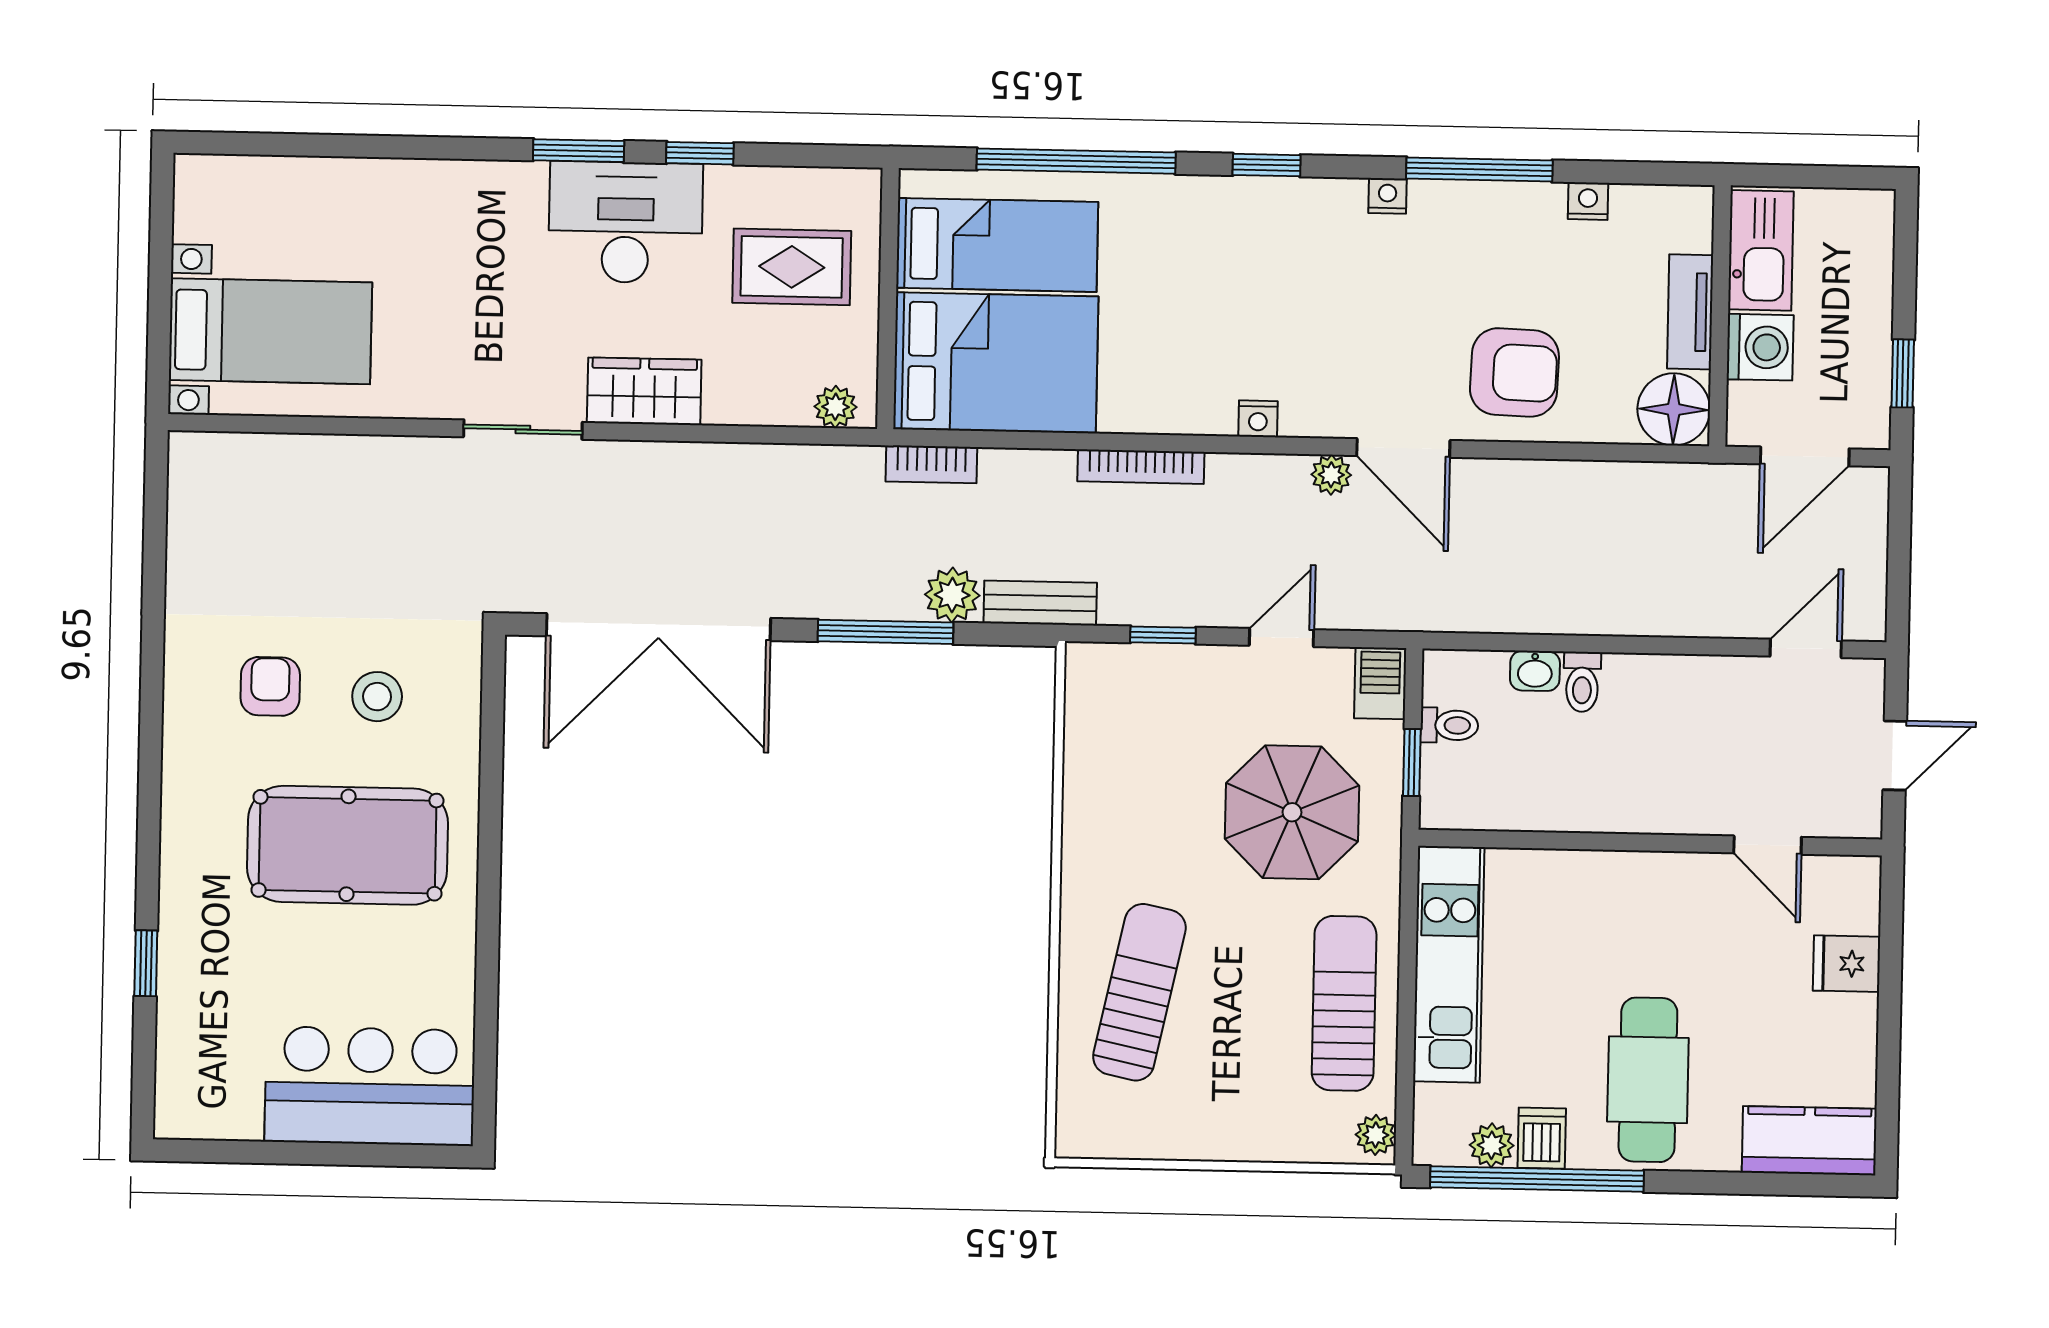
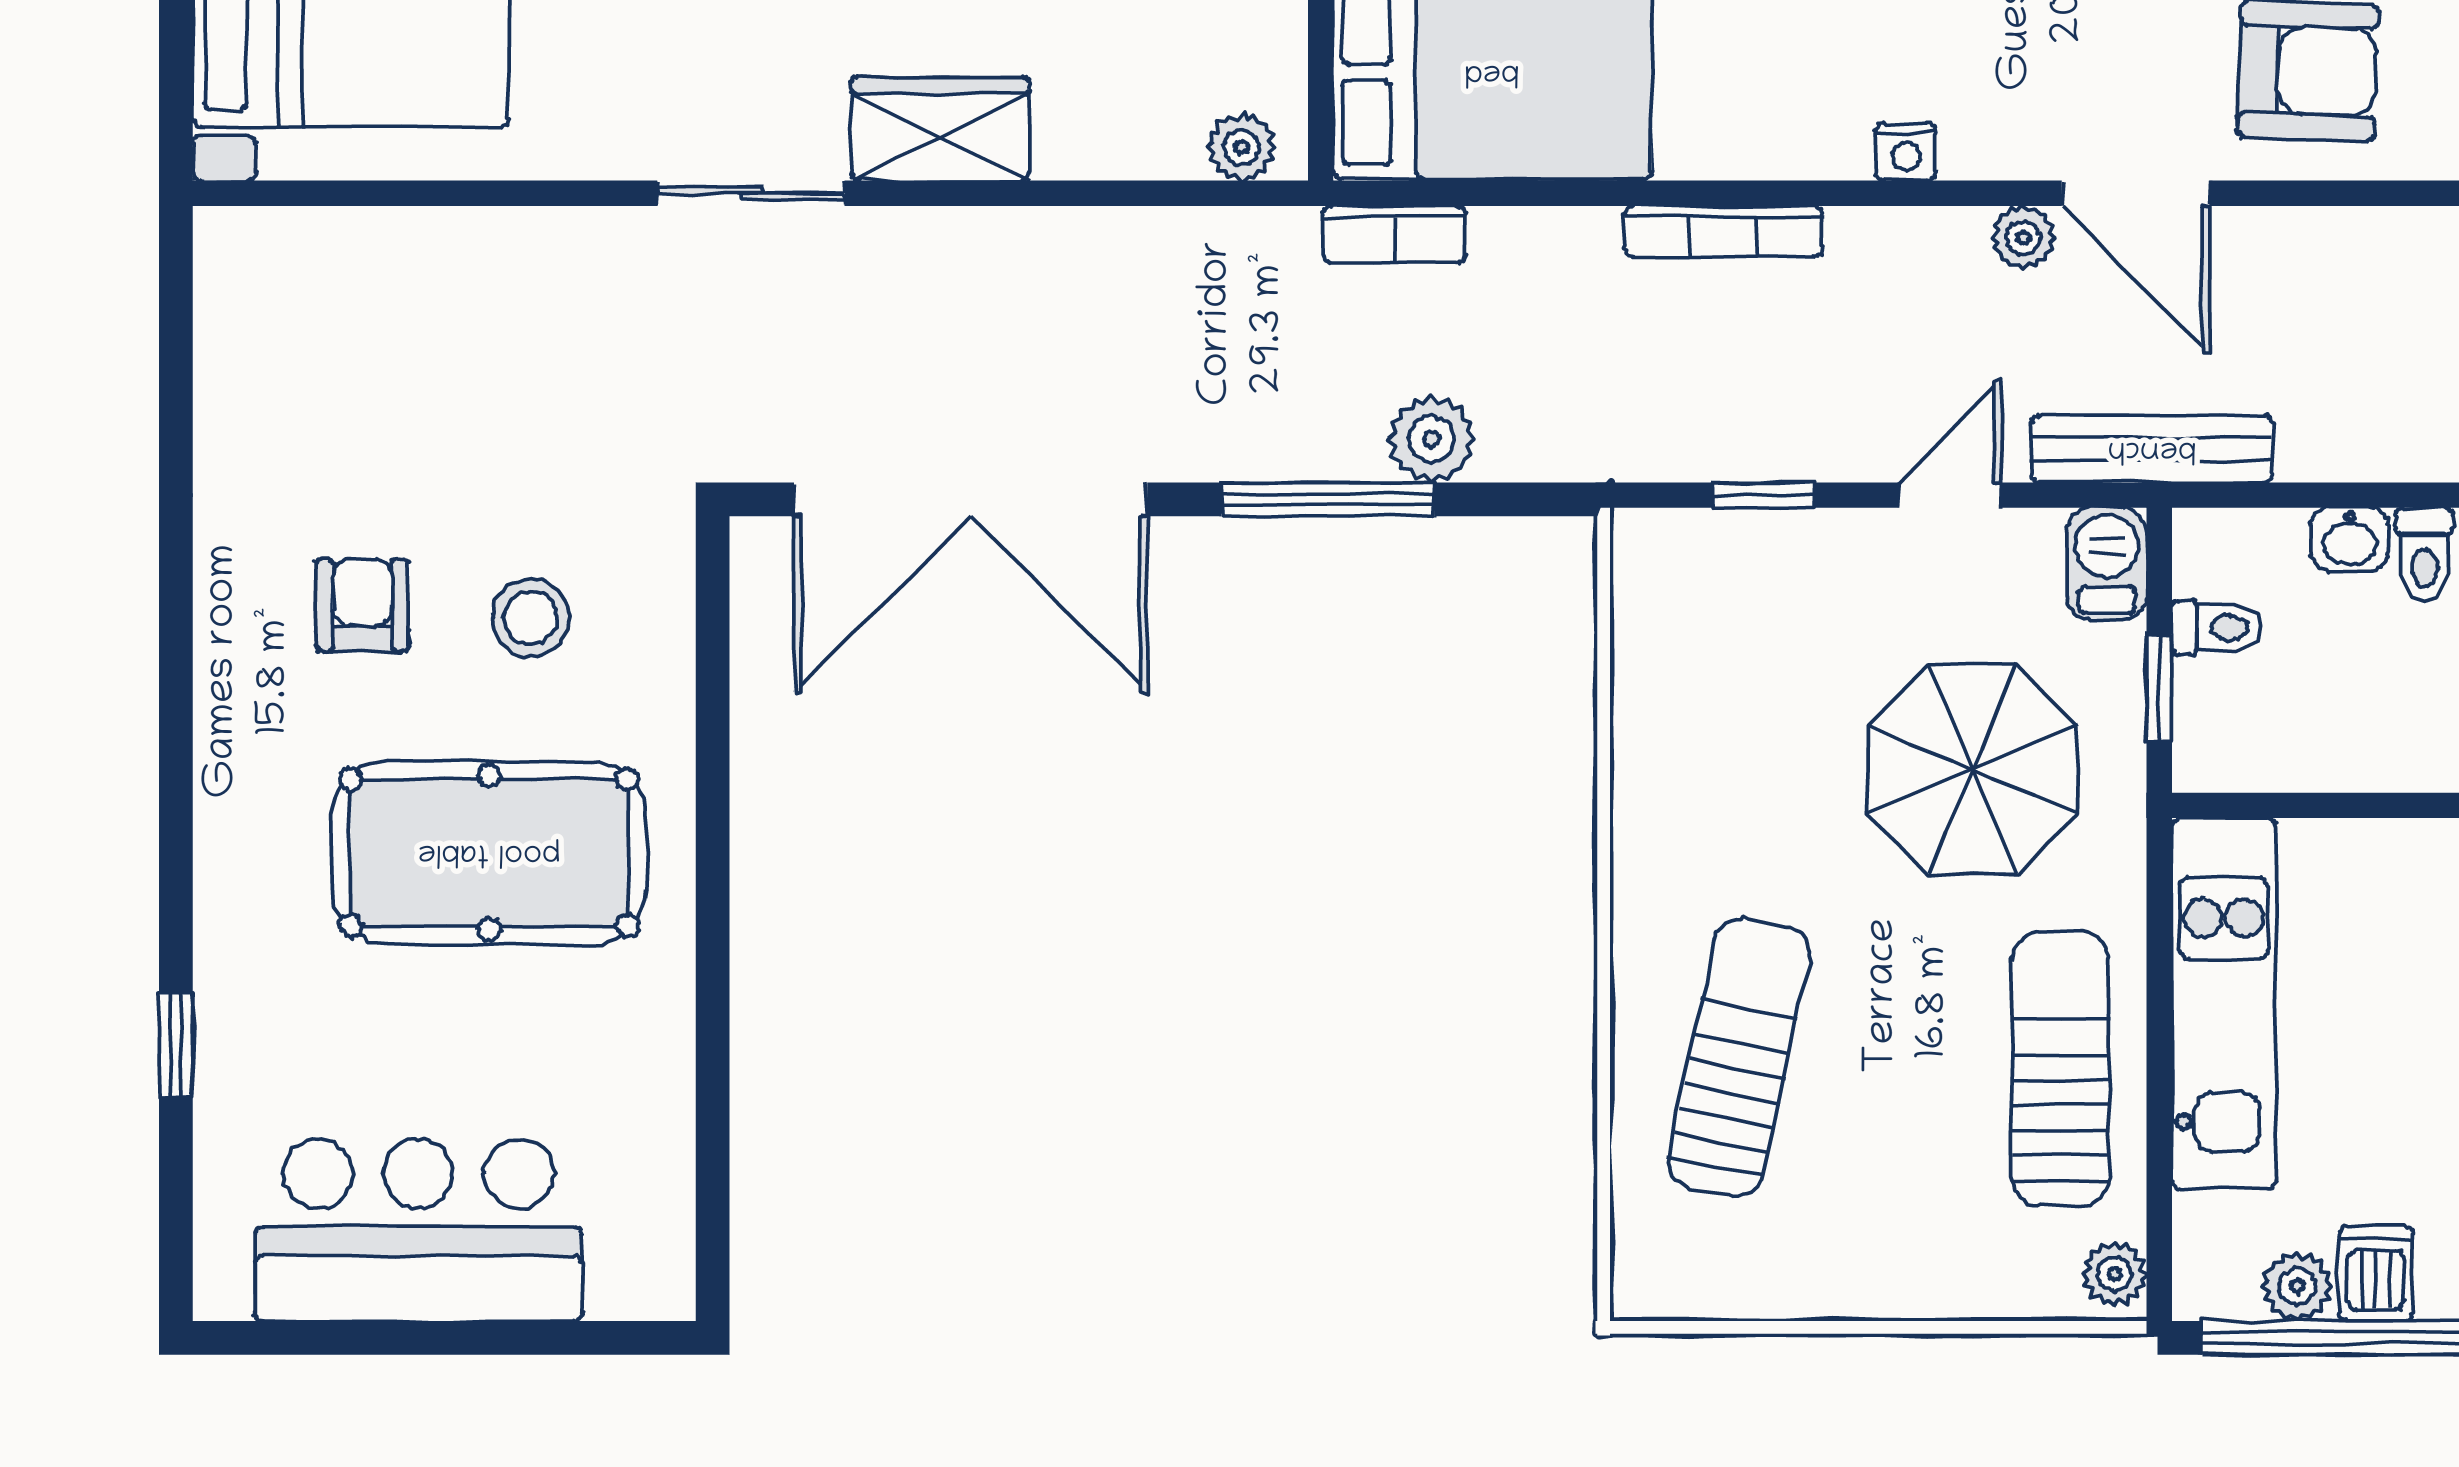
bench: (1040, 603) -> (2152, 449), moved, width x1.36
bar counter: (370, 1086) -> (418, 1230), moved

